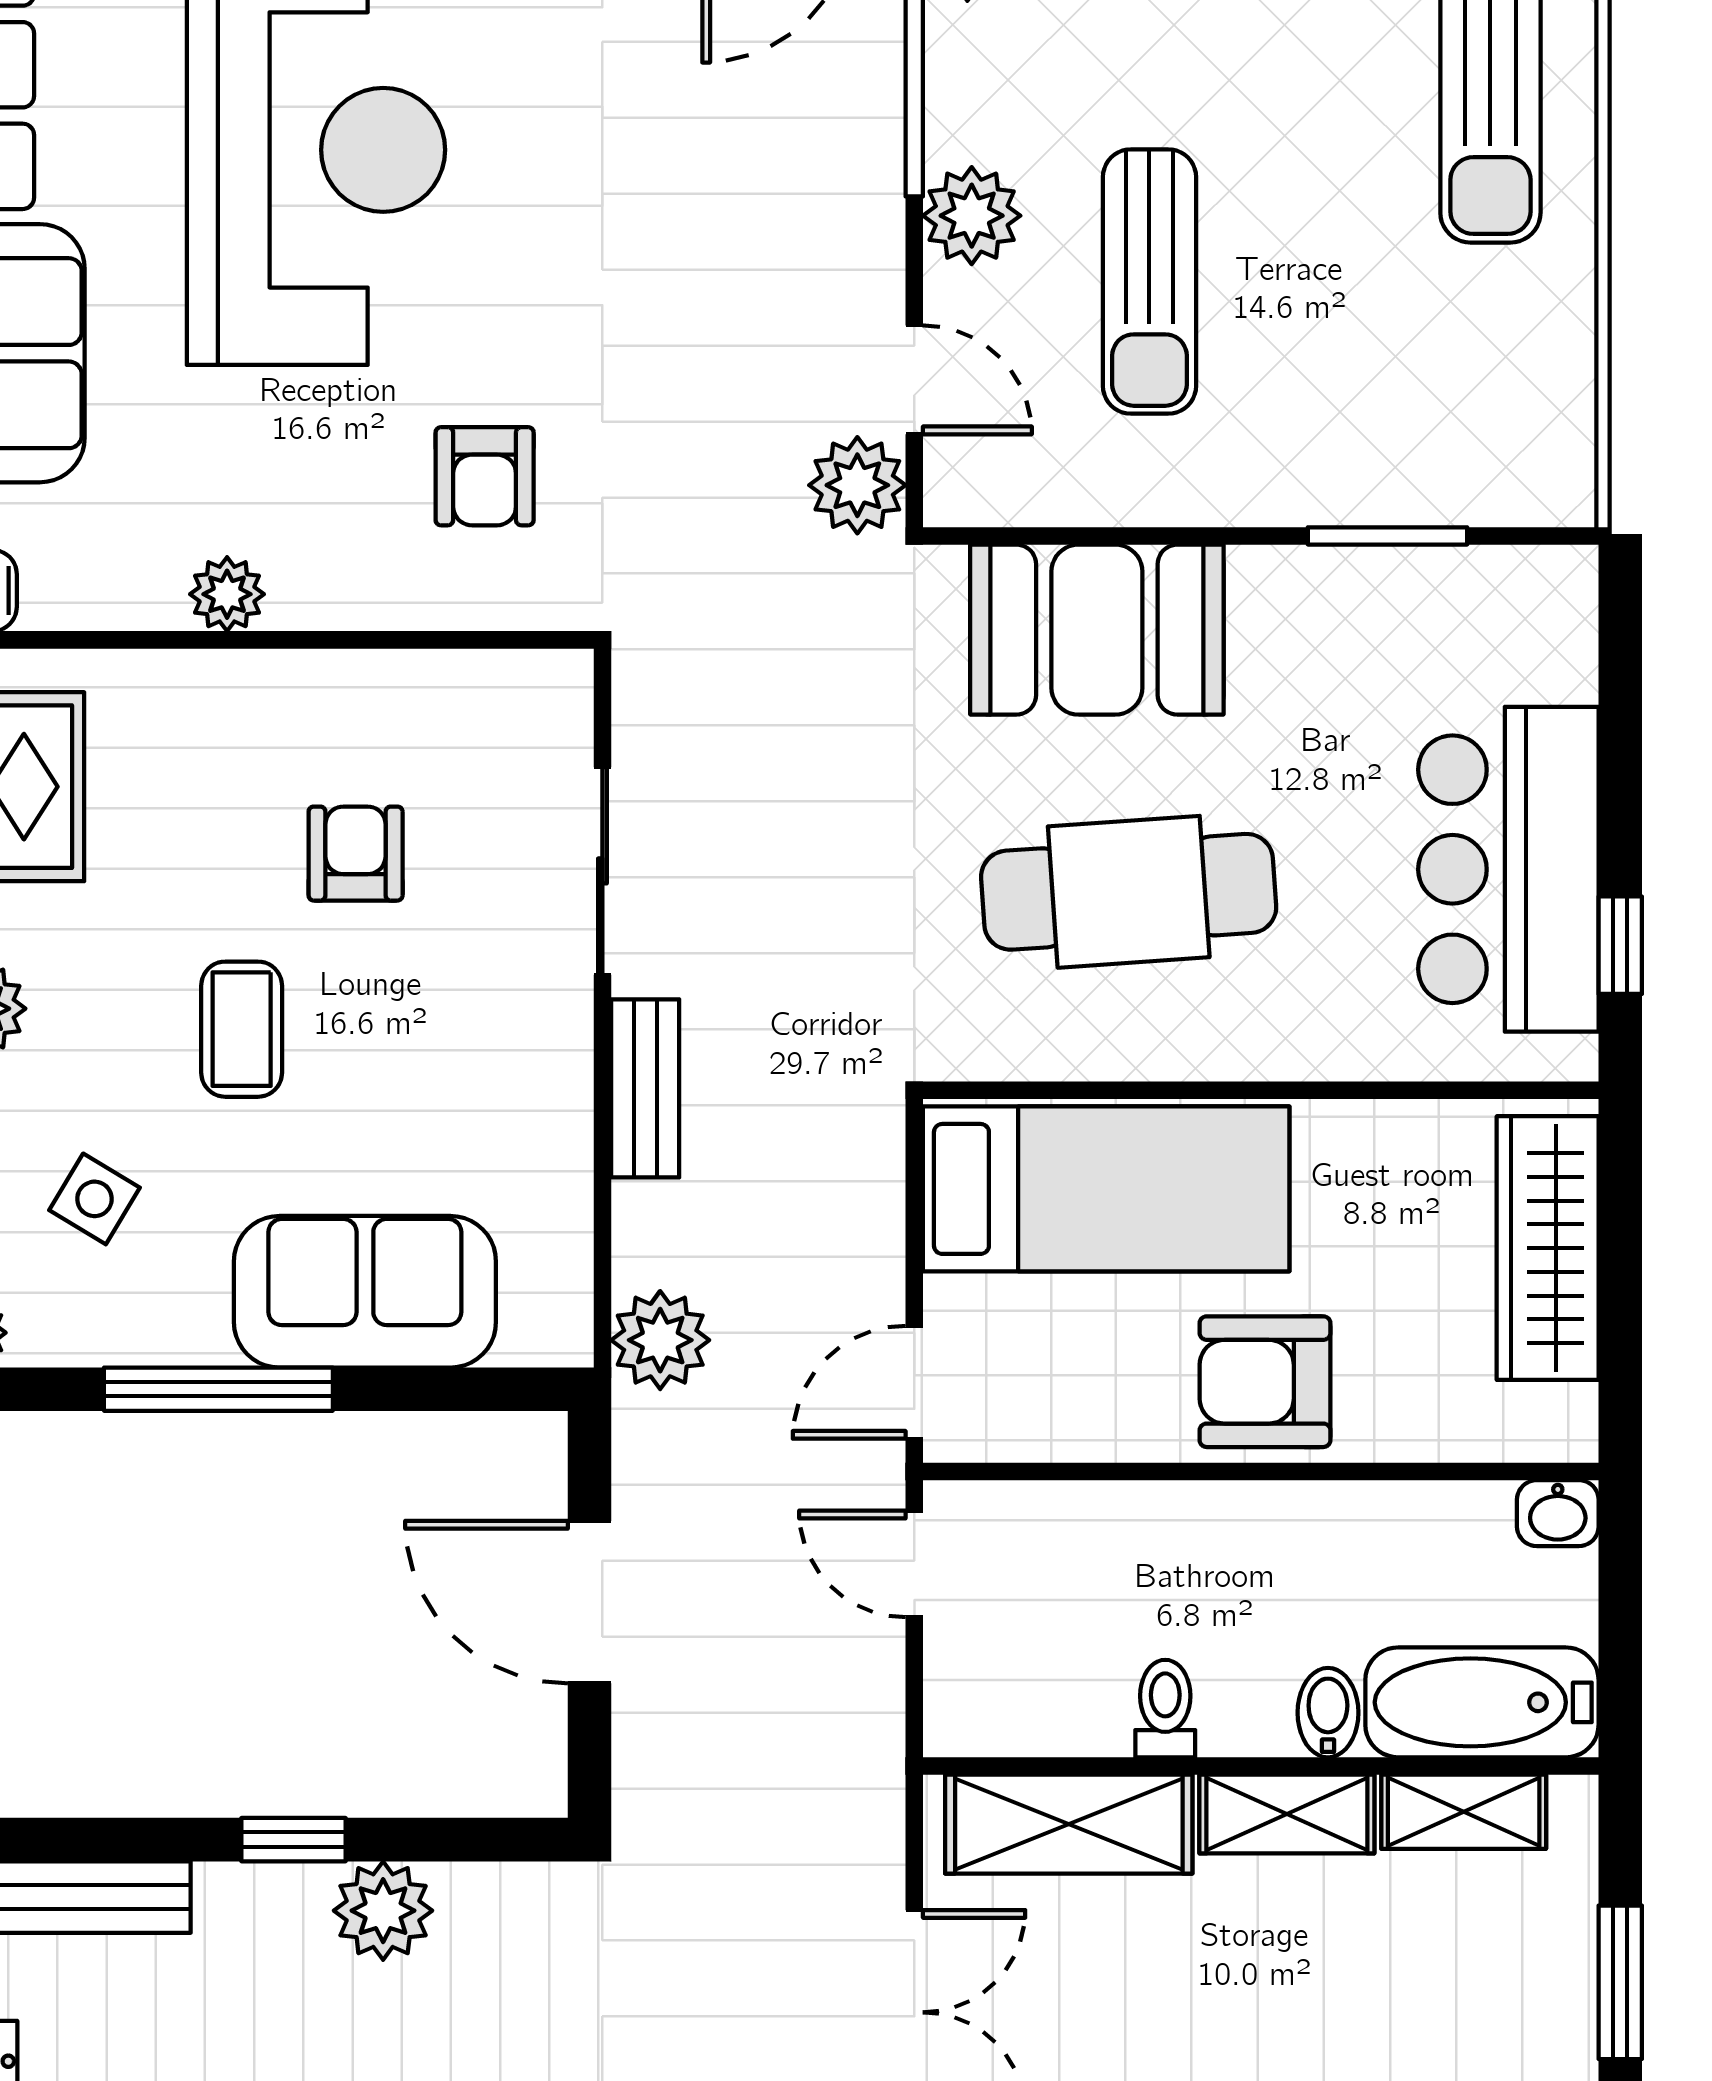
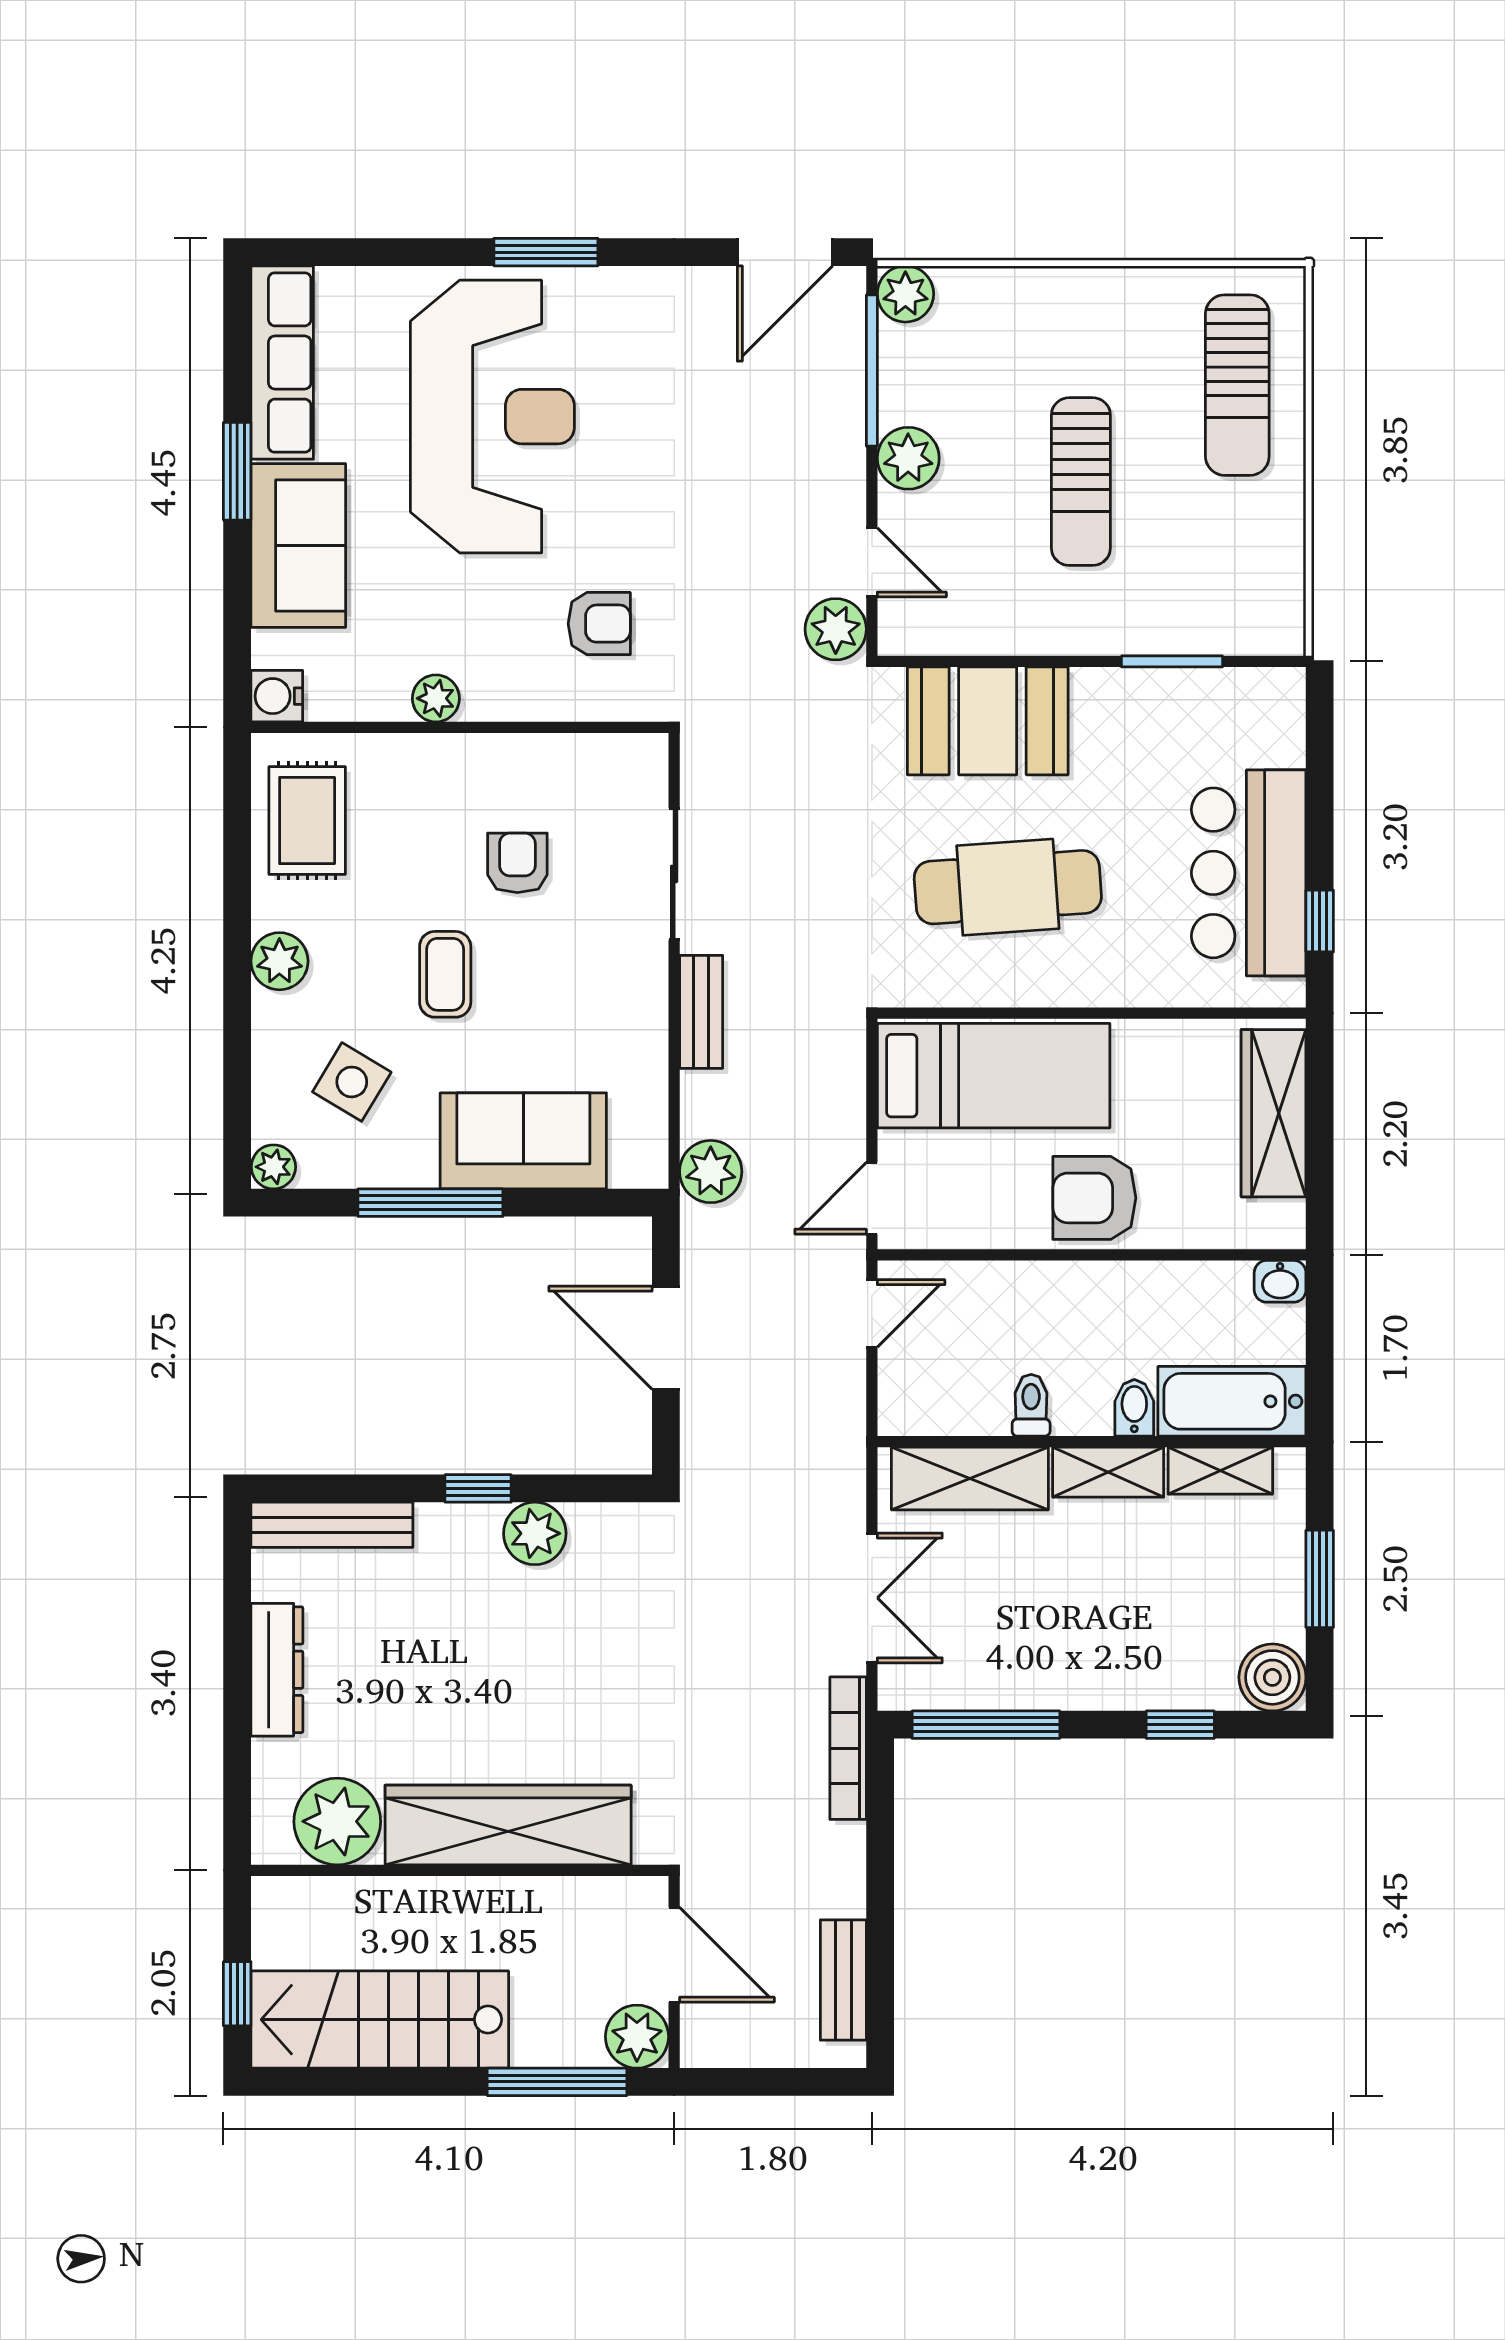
sun lounger: (1149, 281) -> (1081, 482), moved
armchair: (485, 476) -> (599, 624), turned -90
side table: (94, 1199) -> (352, 1082), width x1.37, depth x1.37
door: (914, 1564) -> (872, 1313), swing flipped

